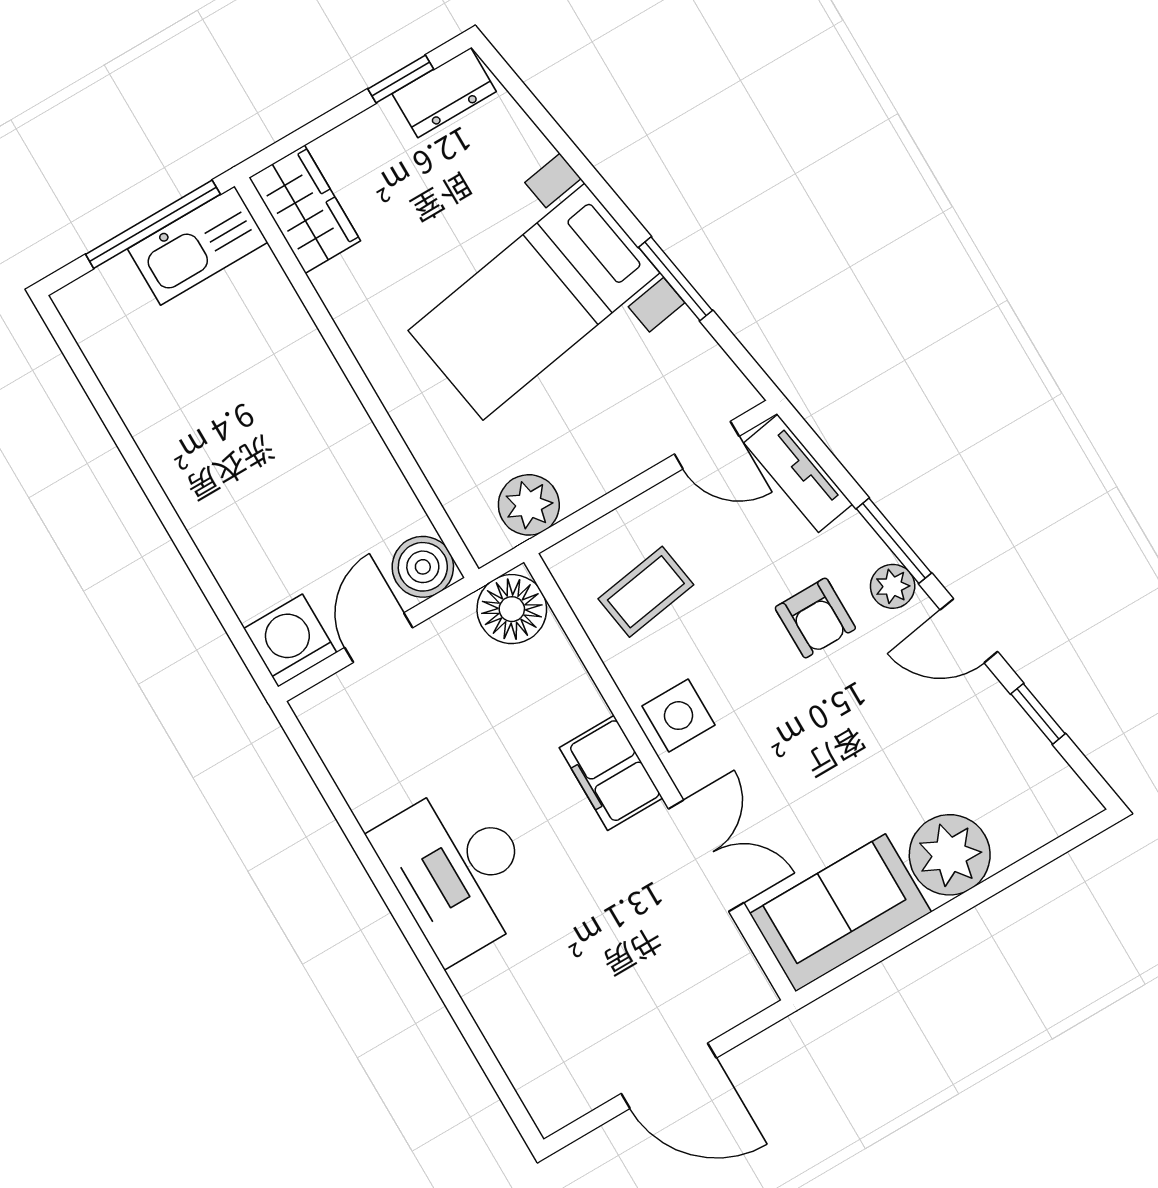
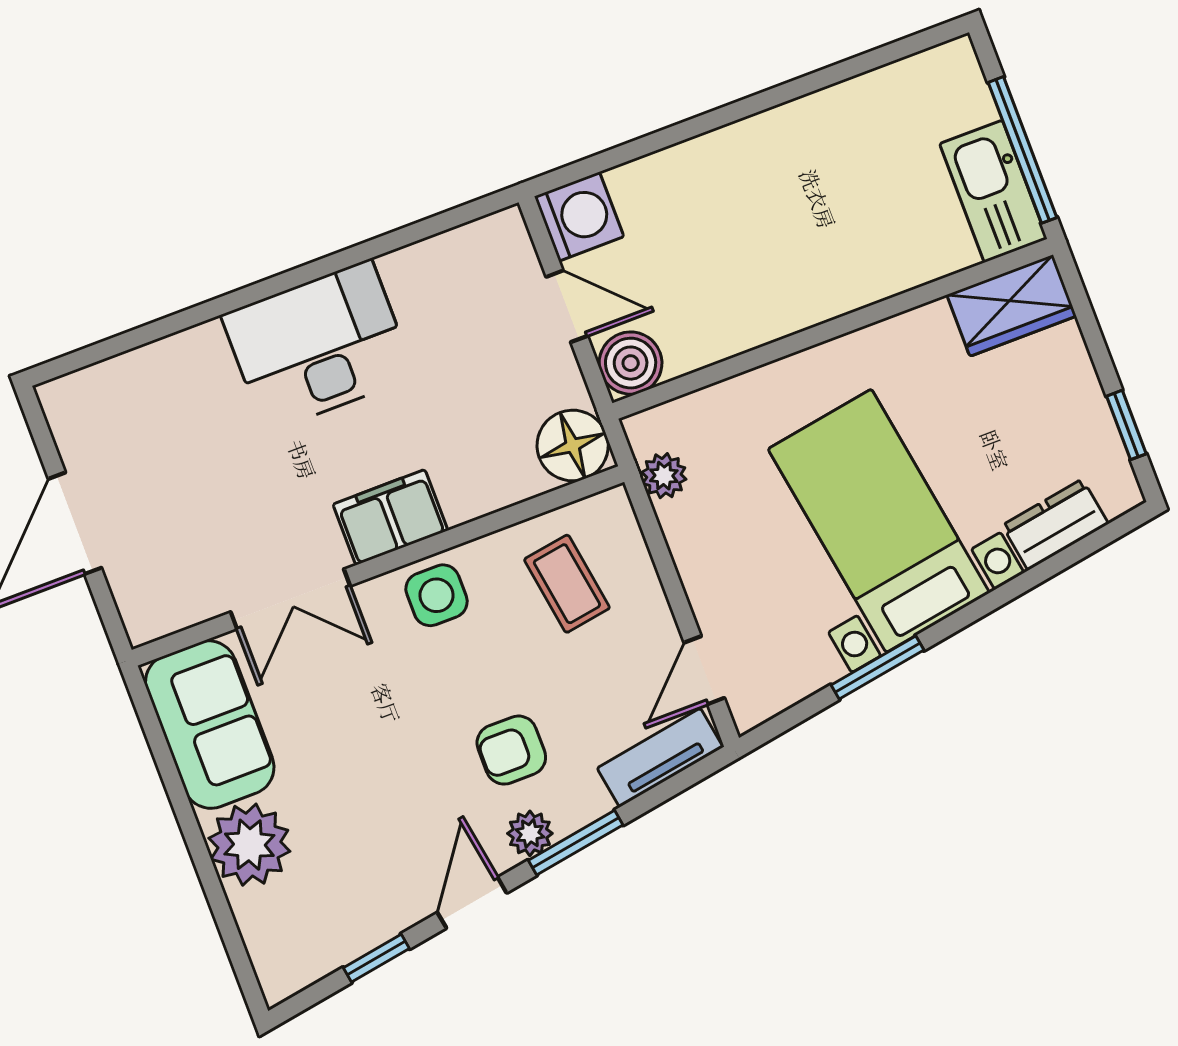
dresser: (444, 93) -> (1055, 525), moved, turned 81
plant: (529, 505) -> (664, 476), width x0.73, depth x0.73

